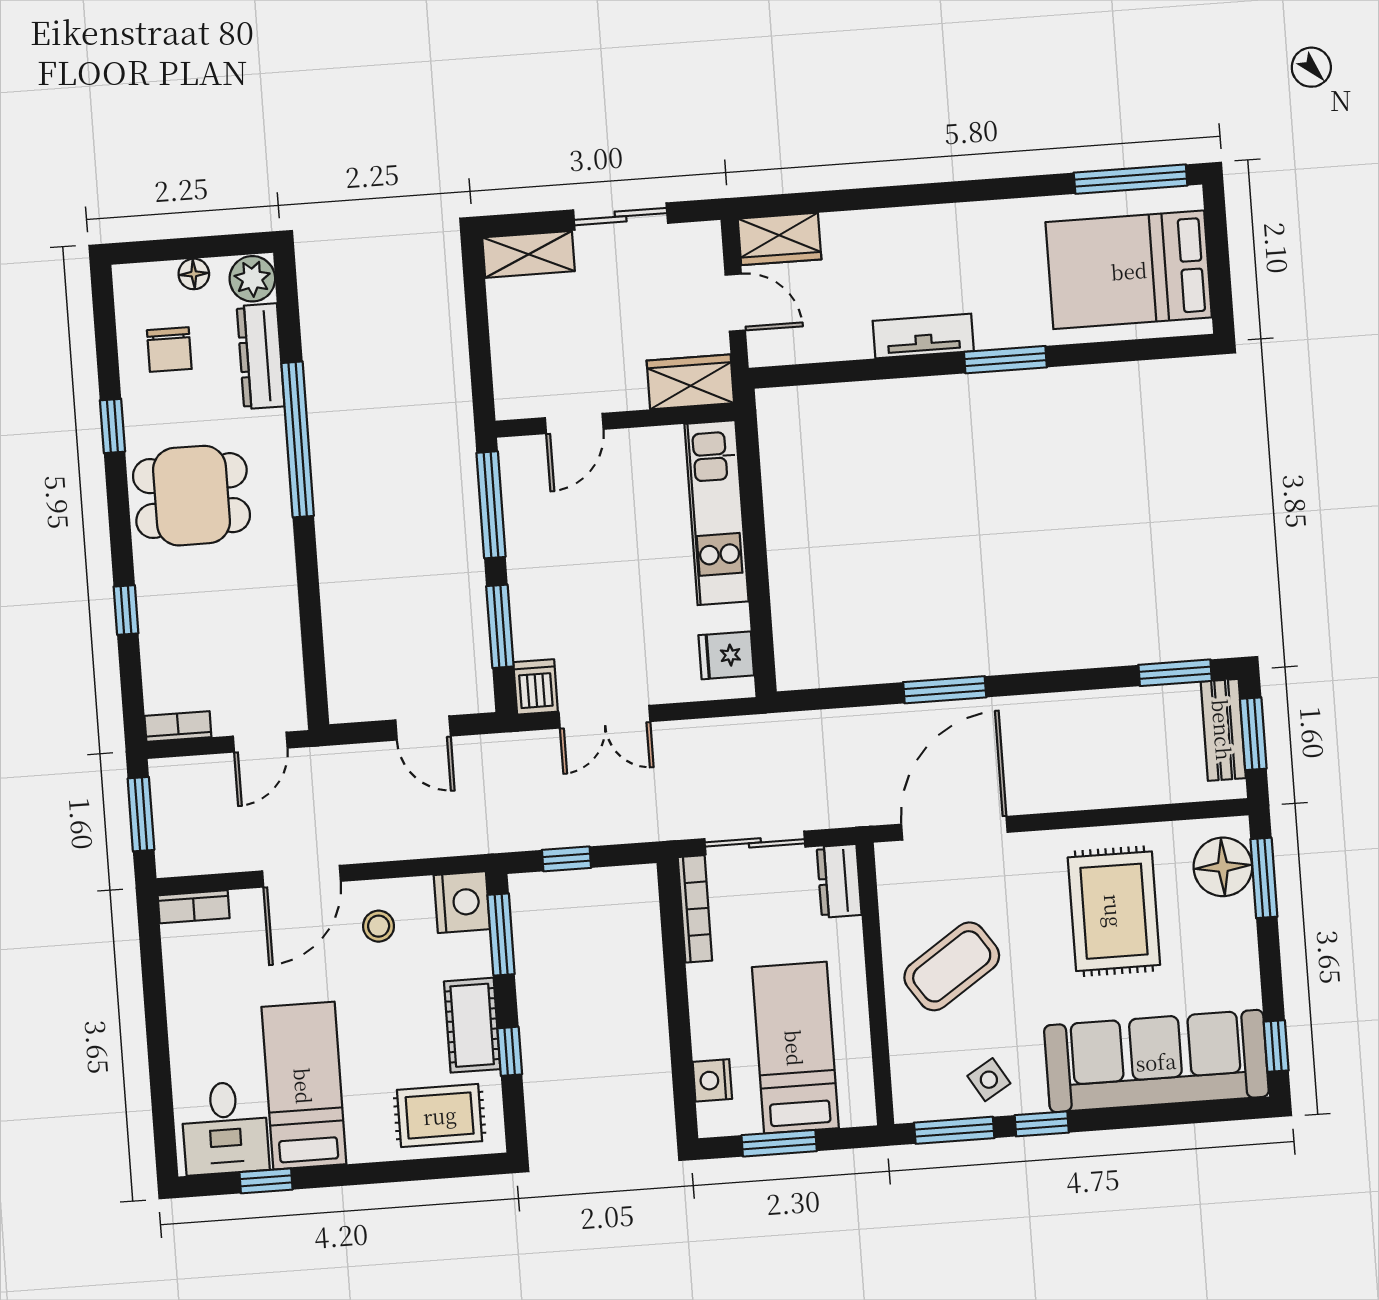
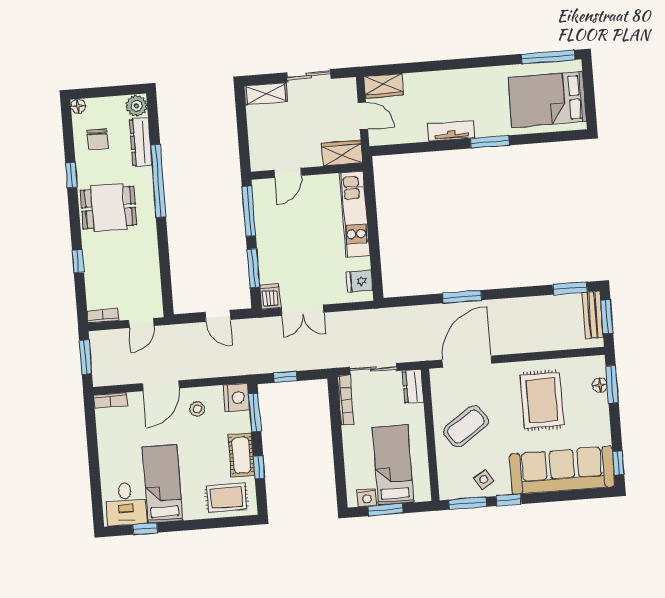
floor lamp: (194, 274) -> (78, 106), moved
floor lamp: (1223, 867) -> (600, 385), width x0.53, depth x0.53
nightstand: (712, 1080) -> (367, 498), moved, turned -90

